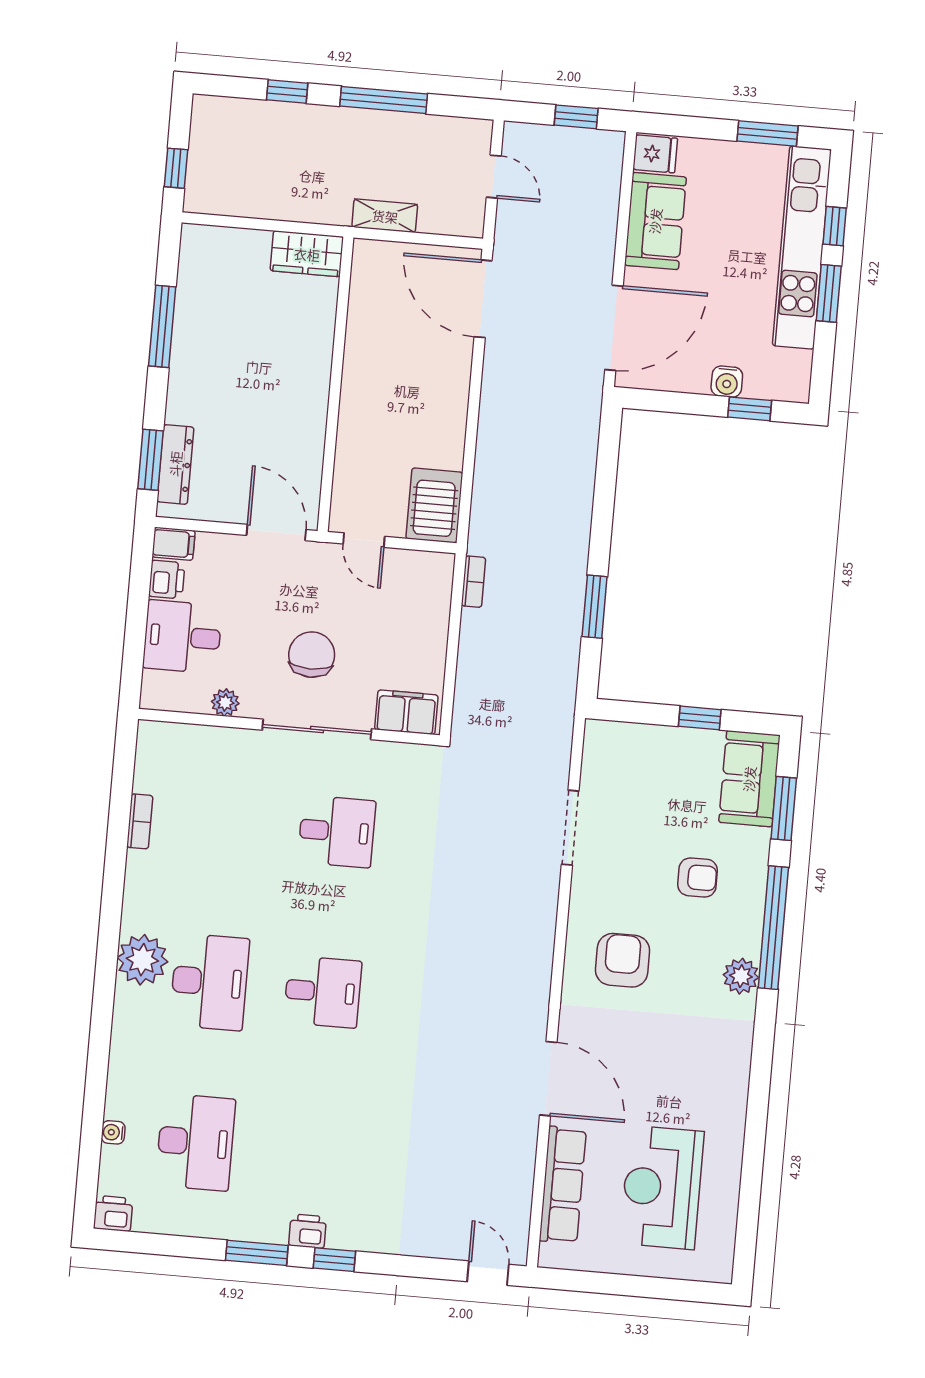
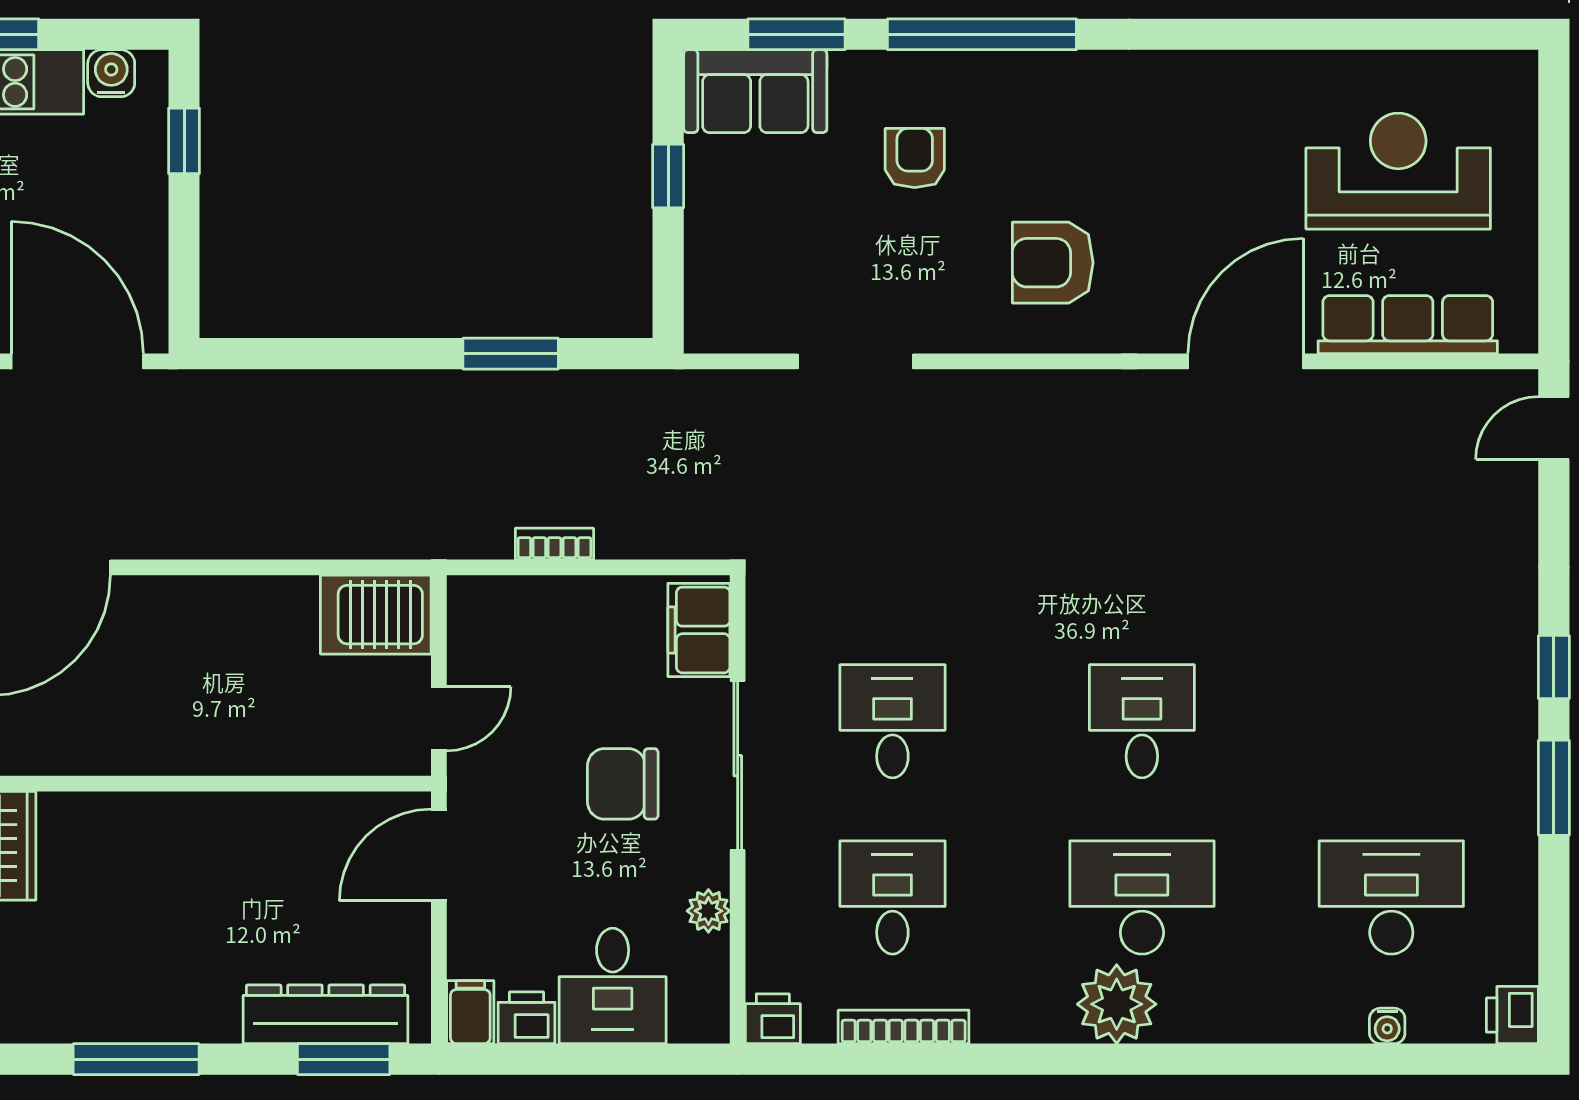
water cooler: (727, 382) -> (111, 73), moved, turned -90
dresser: (175, 464) -> (326, 1014), width x1.37, depth x1.24
bookcase: (473, 582) -> (554, 544), moved
bookcase: (140, 821) -> (904, 1027), width x1.56
desk: (224, 822) -> (892, 897), added
plant: (741, 976) -> (1061, 78), removed
reception desk: (662, 1187) -> (1398, 171), turned 180
printer: (308, 1231) -> (773, 1019), moved, turned 90

